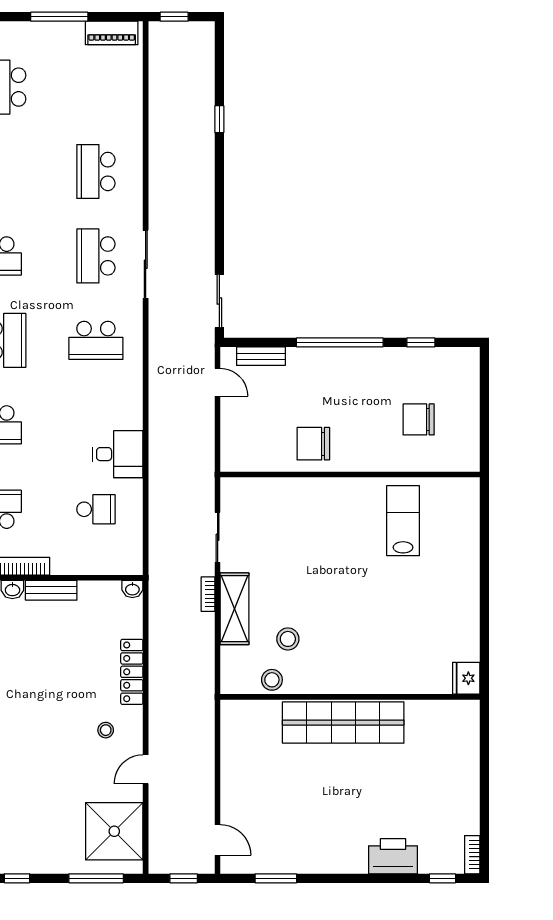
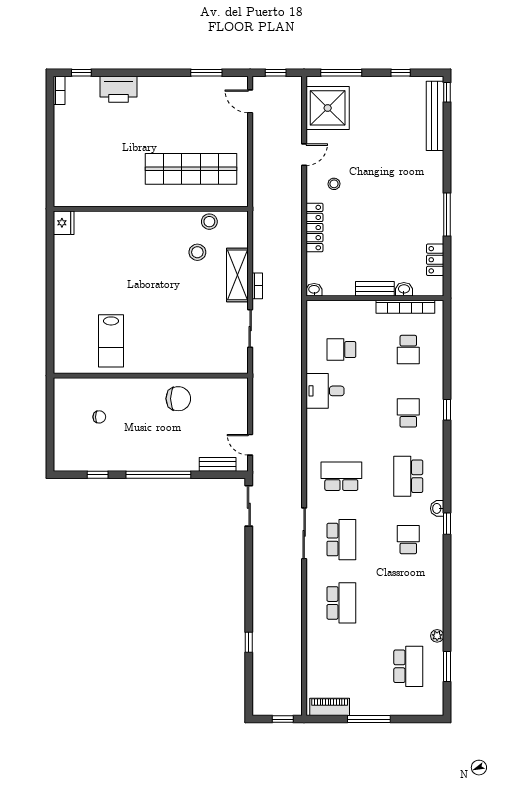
chair: (419, 419) -> (99, 417), width x0.54, depth x0.54
shop shelf: (343, 723) -> (191, 169), moved

